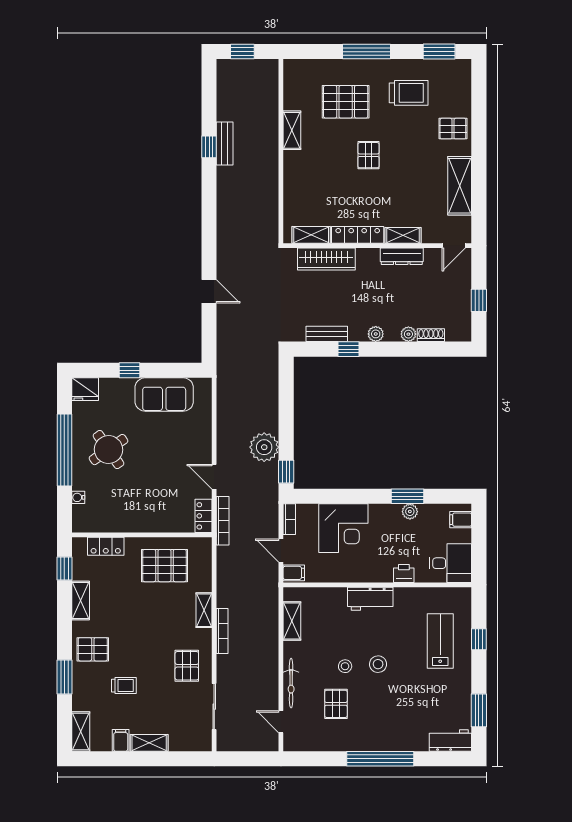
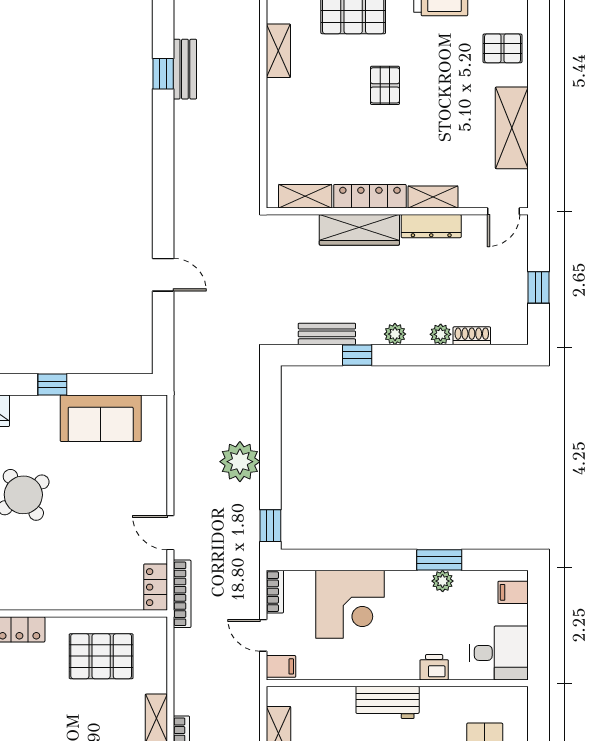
wardrobe: (326, 259) -> (359, 230), moved
plant: (264, 447) -> (240, 462), moved

